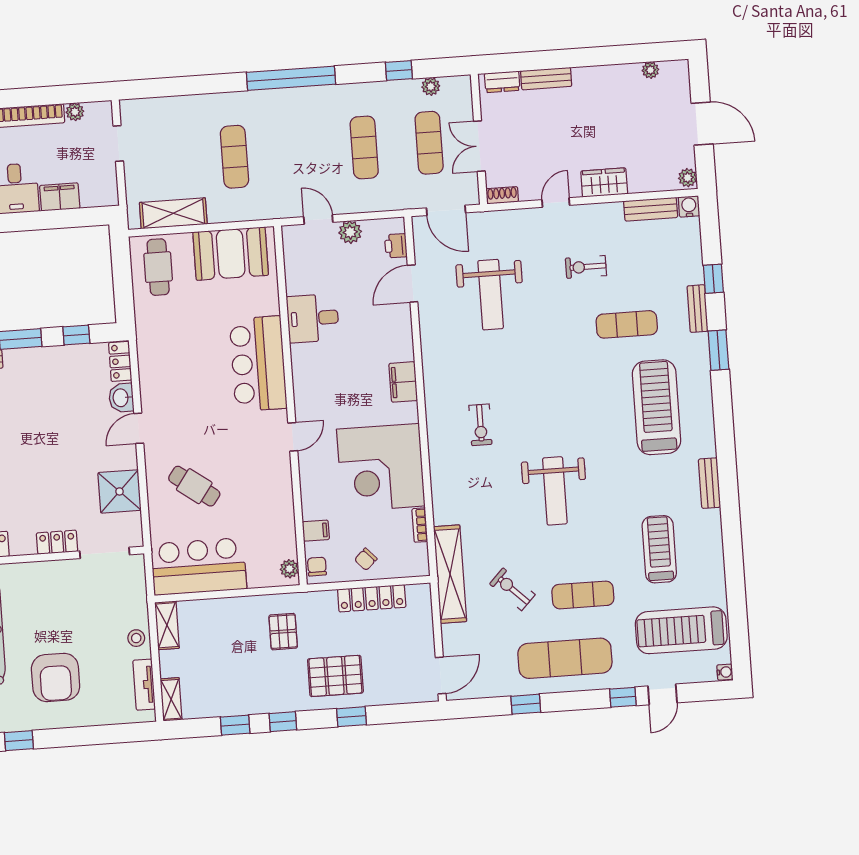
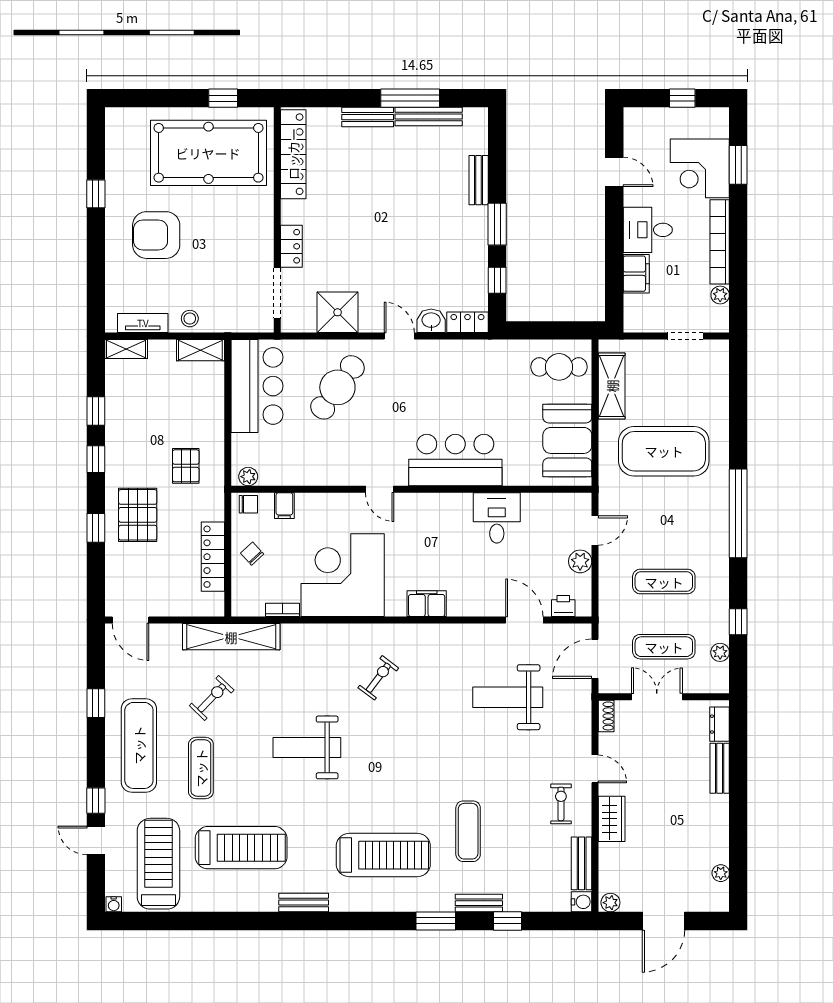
exercise mat: (235, 157) -> (664, 451), width x2.00, depth x1.45
exercise bike: (586, 267) -> (561, 804), moved
exercise bike: (480, 425) -> (378, 678), turned 127
cafe table: (194, 486) -> (337, 387), width x1.37, depth x1.35
treadmill: (659, 549) -> (241, 848), width x1.37, depth x1.38
pallet: (283, 632) -> (186, 466), turned 90

